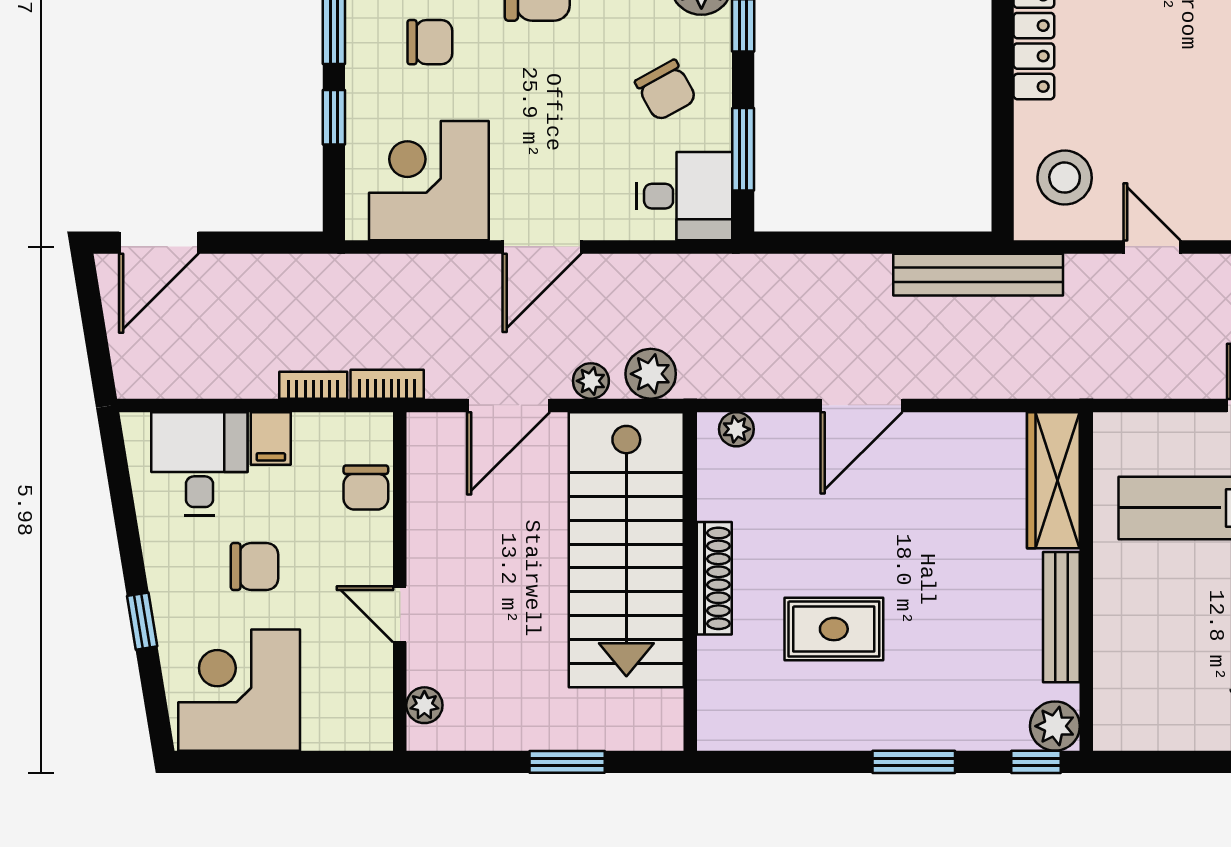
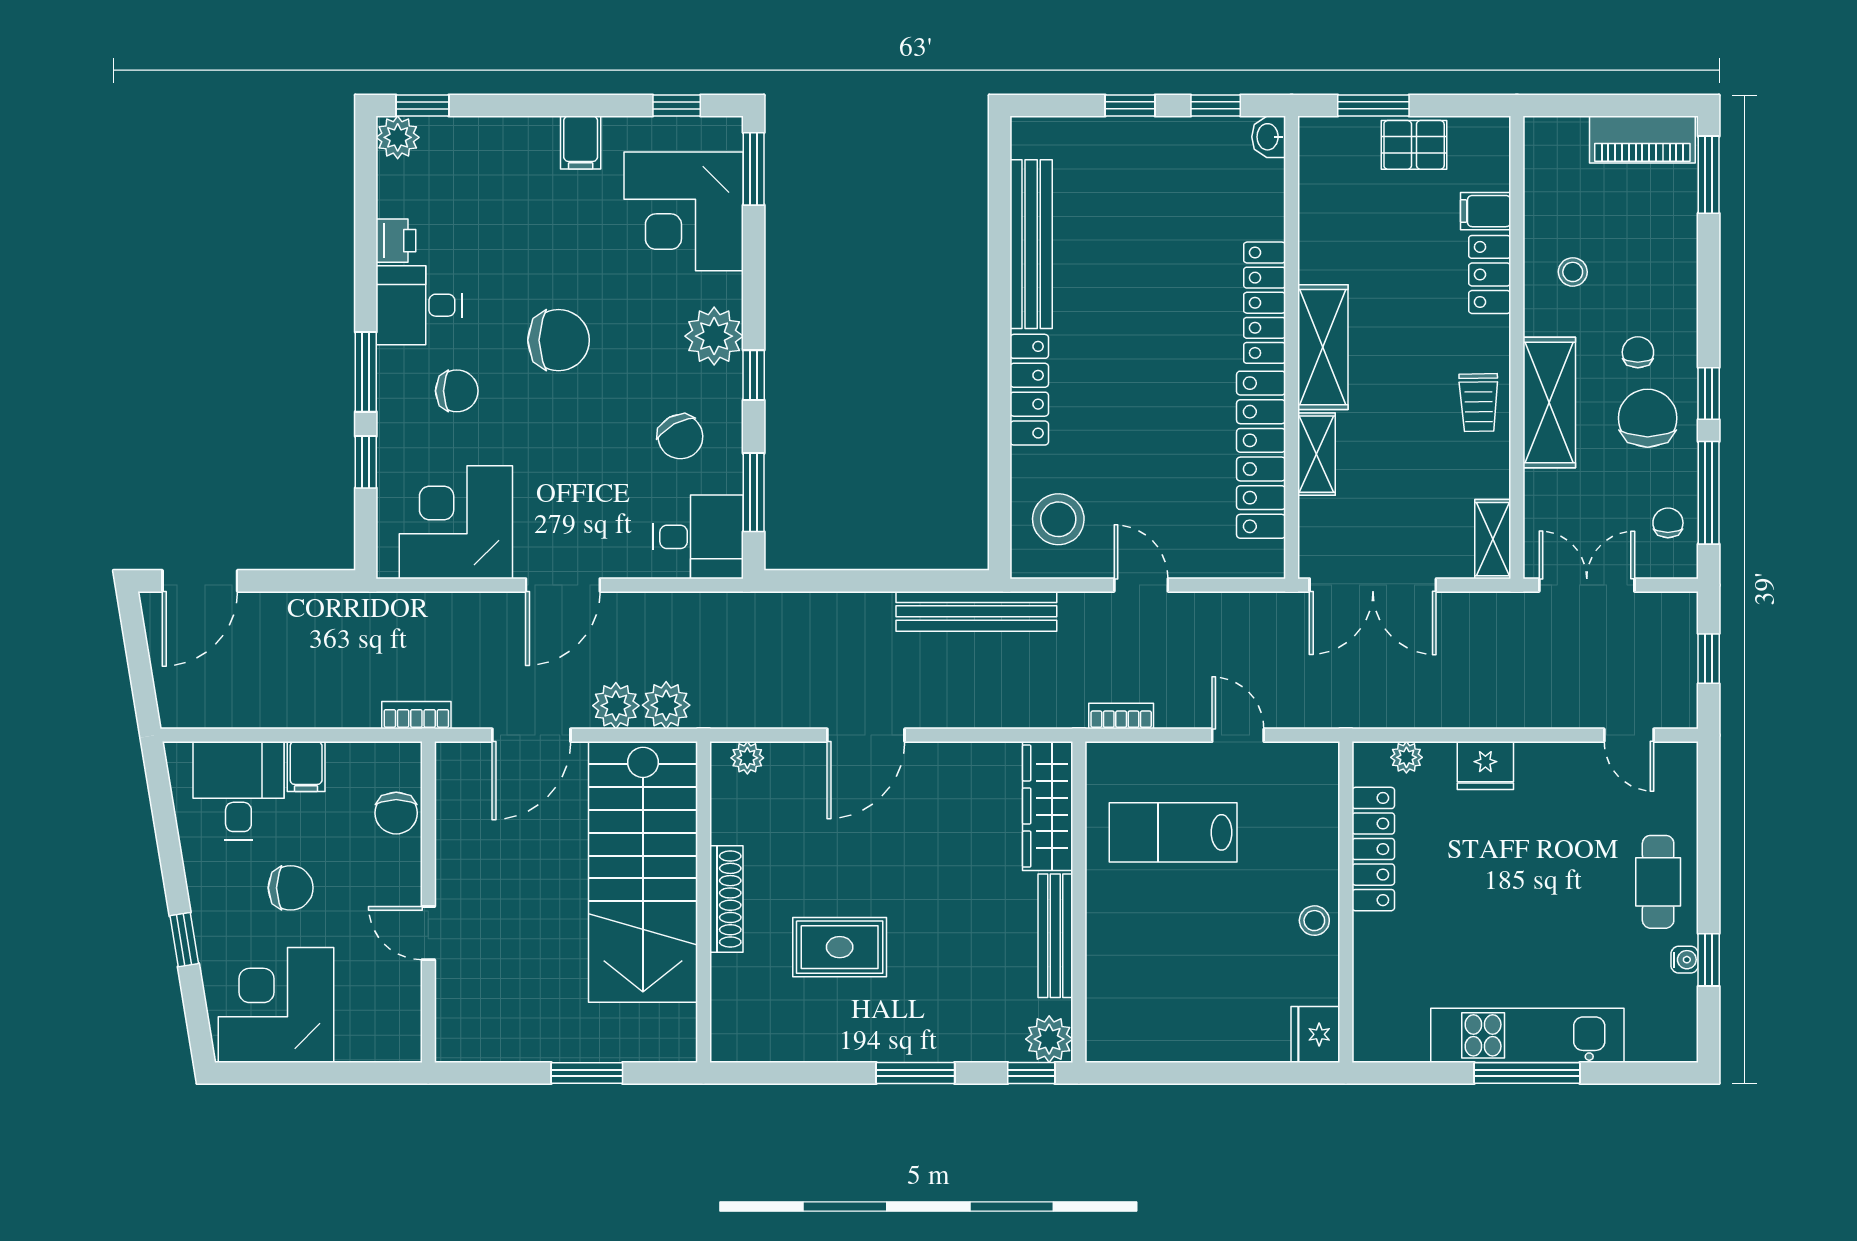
plant: (591, 381) -> (616, 706), width x1.38, depth x1.38
bookcase: (313, 385) -> (1121, 716), moved
plant: (424, 705) -> (452, 1019), removed

